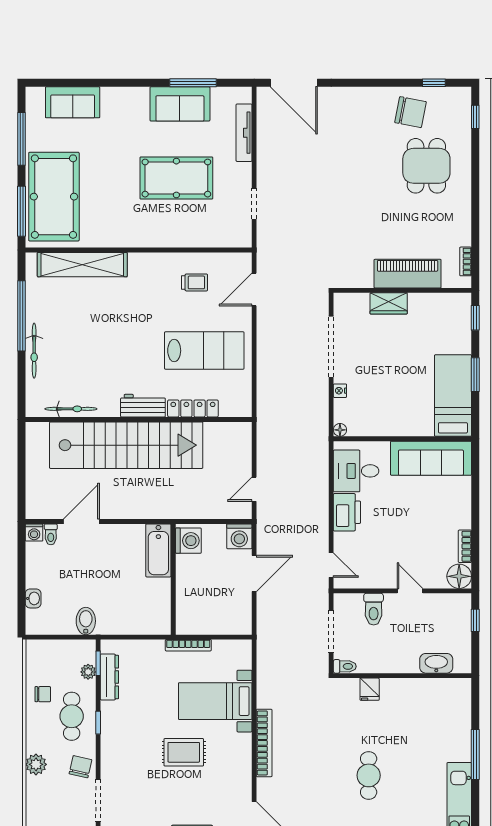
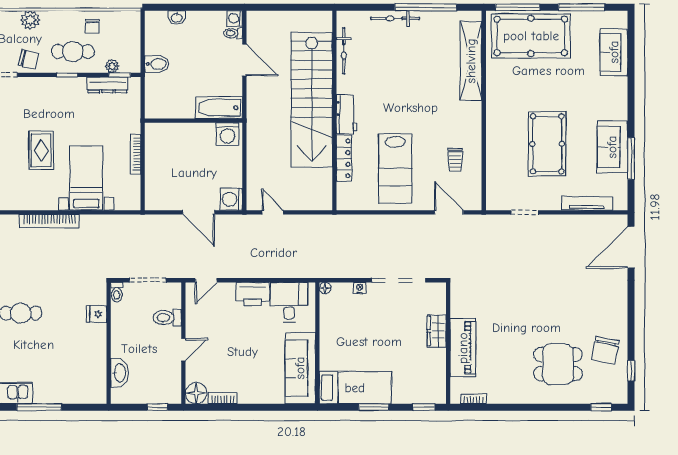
washing machine: (188, 541) -> (228, 134), moved
bathtub: (158, 550) -> (219, 108), moved
wall: (173, 579) -> (194, 121), moved

